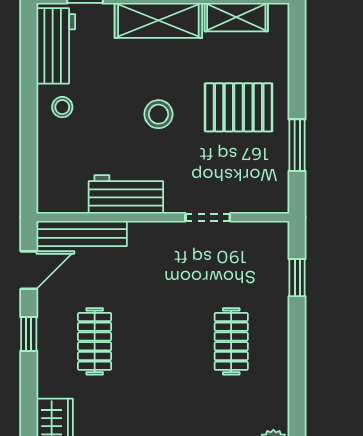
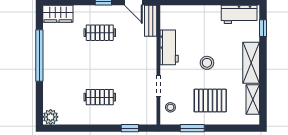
stool: (62, 107) -> (170, 107), moved
pallet: (239, 107) -> (210, 101), turned 90
bench: (82, 234) -> (151, 21), width x0.73

